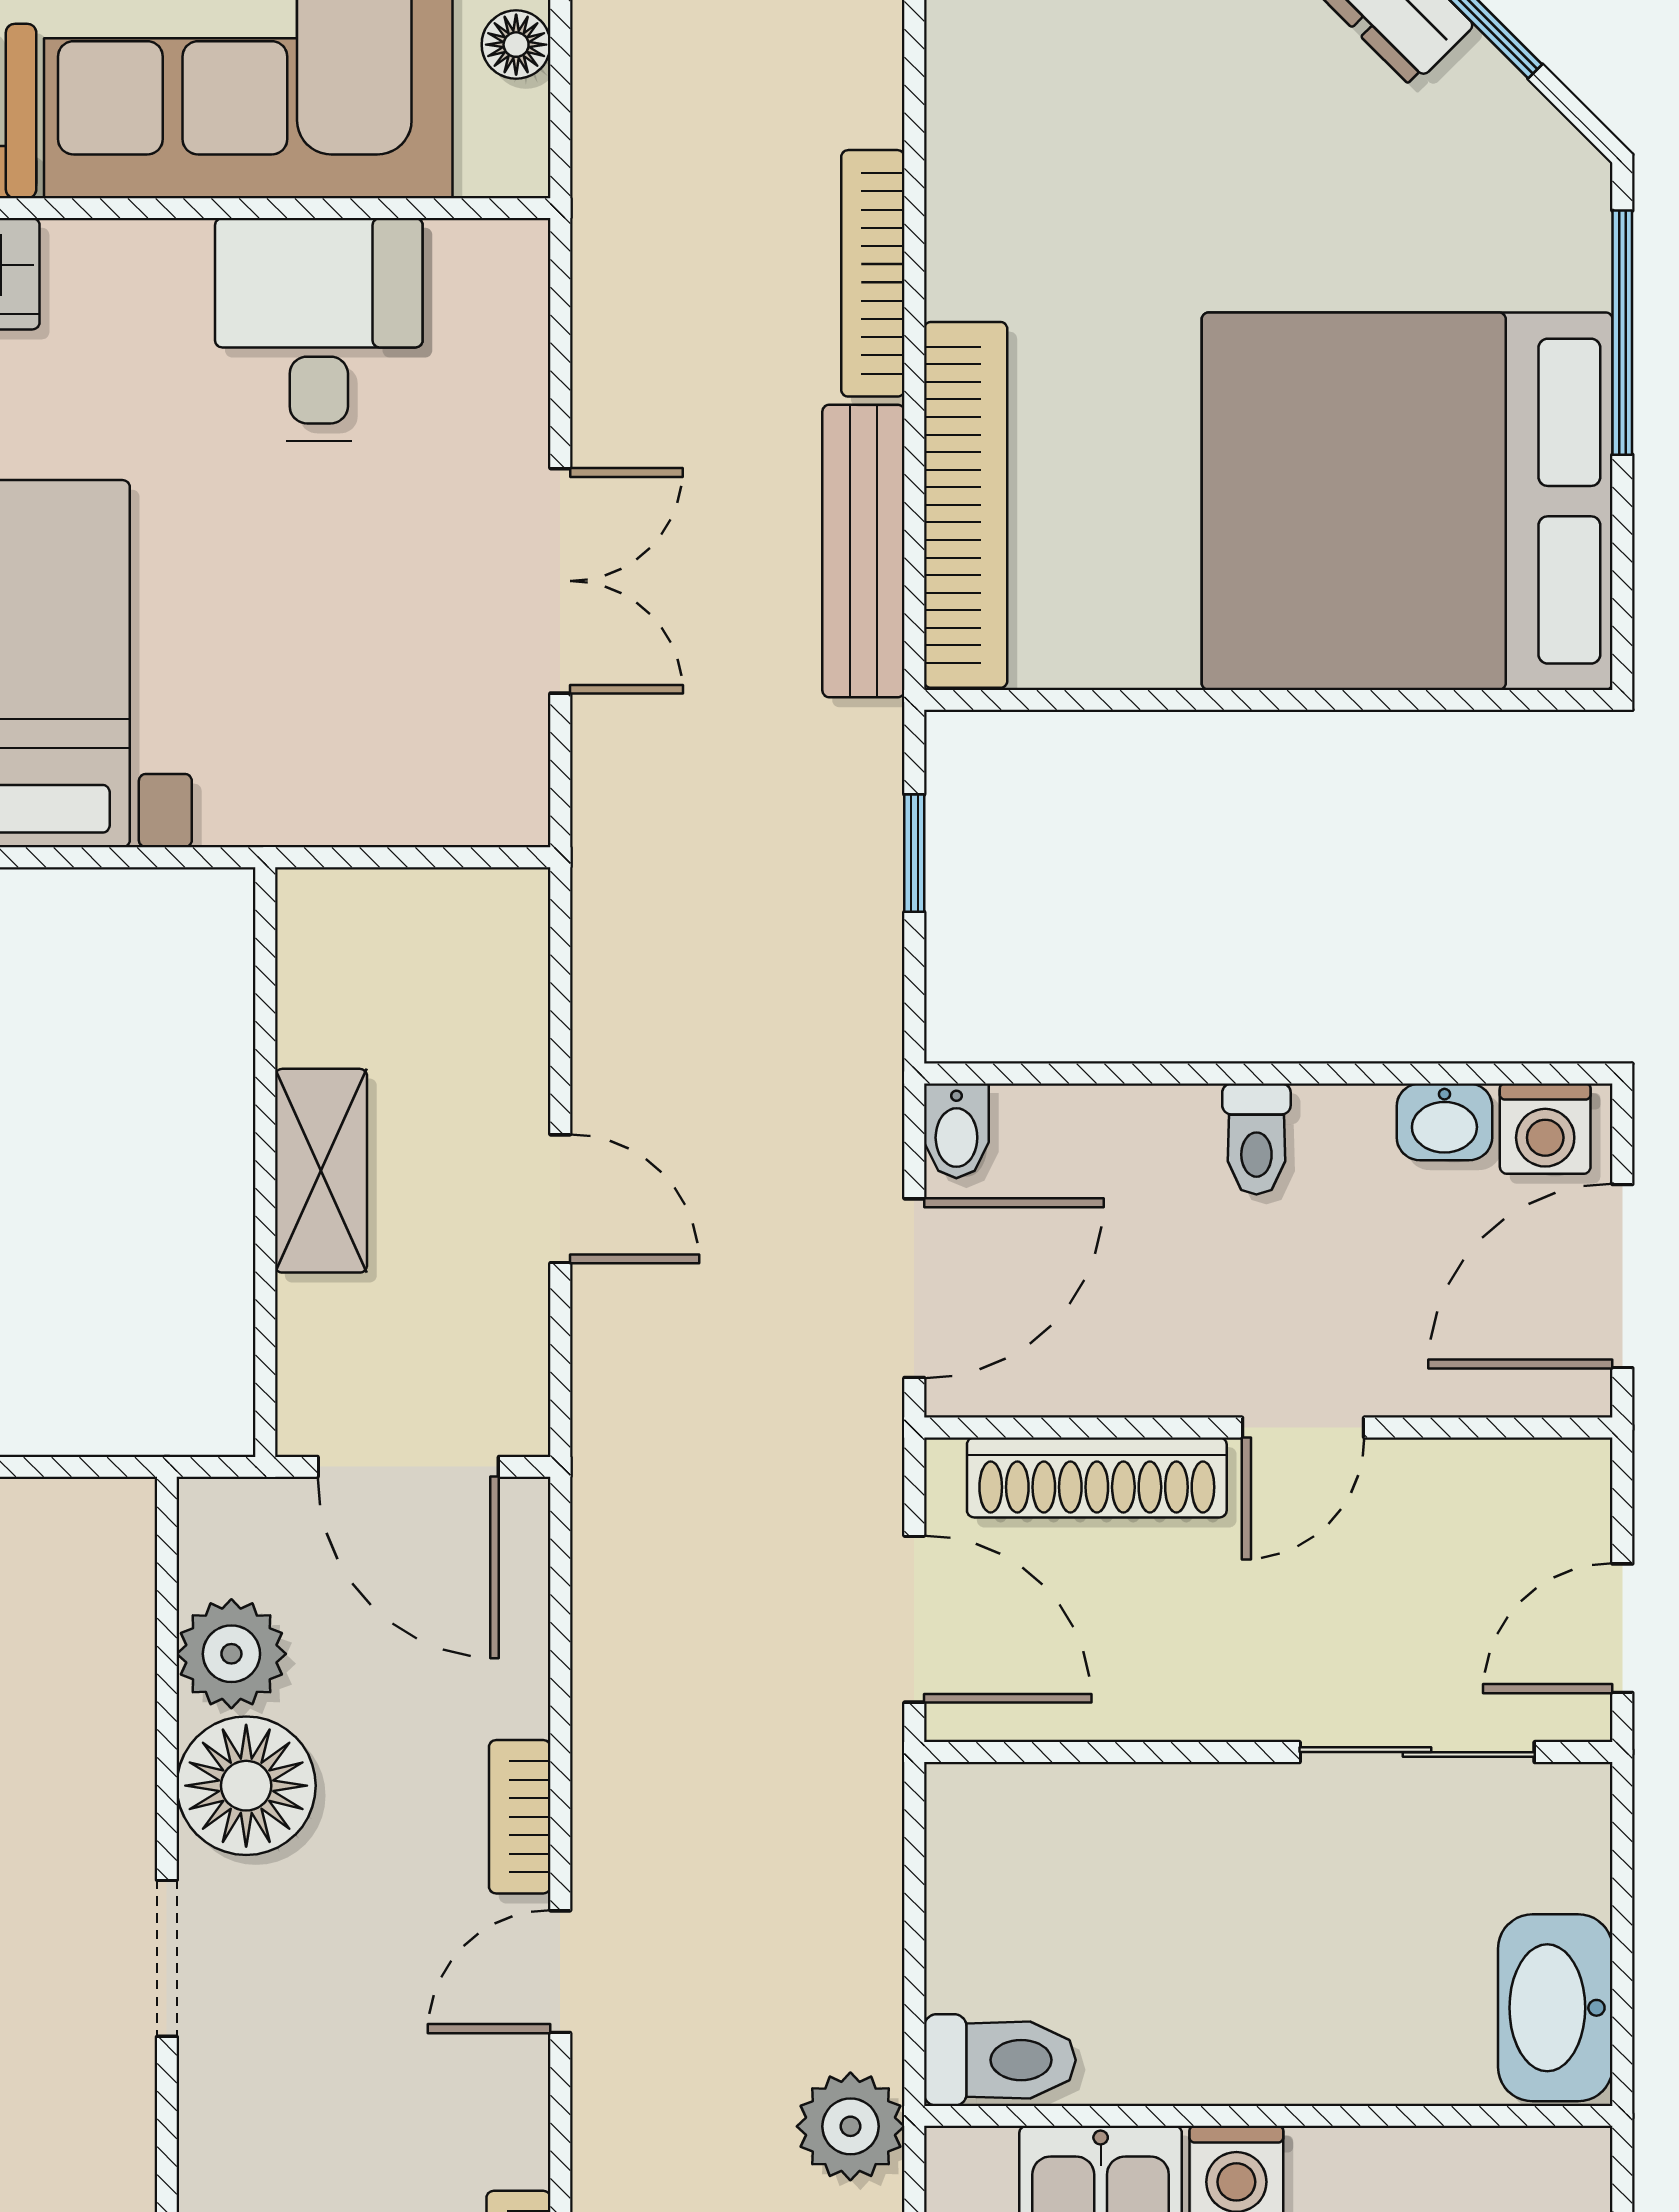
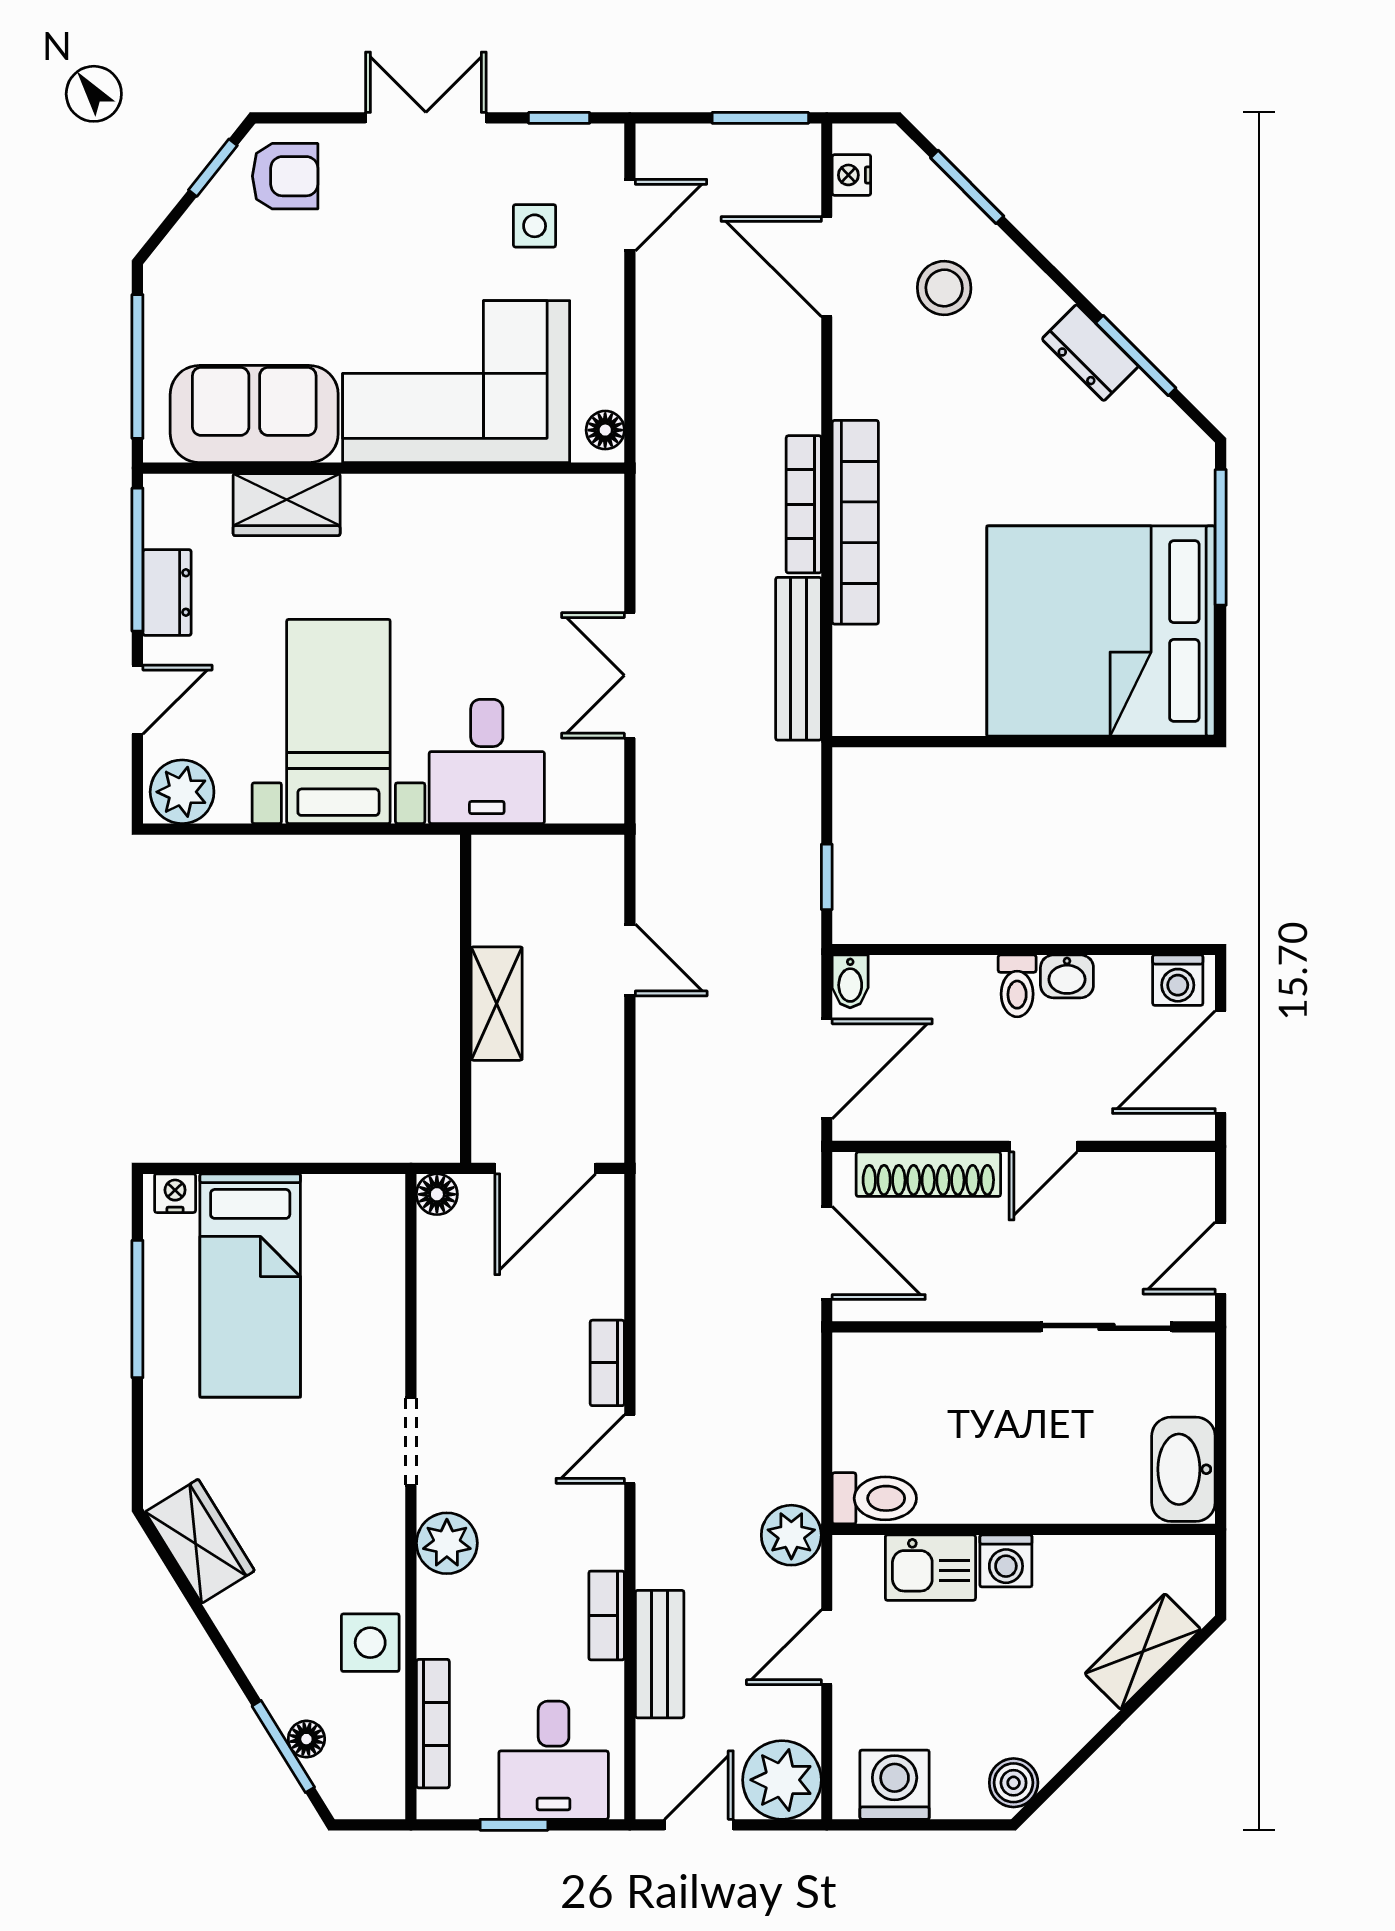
floor lamp: (516, 45) -> (605, 430), moved
desk: (319, 330) -> (487, 761), moved, turned 180
bookcase: (966, 505) -> (855, 522), moved
double door: (560, 581) -> (630, 675), swing flipped
window: (914, 853) -> (827, 877), moved
washbasin: (1444, 1122) -> (1067, 976), moved
door: (560, 1199) -> (630, 960), moved
door: (408, 1467) -> (545, 1168), hinge flipped
plant: (231, 1654) -> (447, 1543), moved
floor lamp: (246, 1786) -> (437, 1194), moved, width x0.53, depth x0.53

